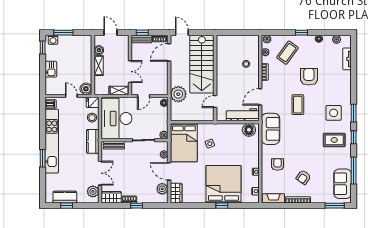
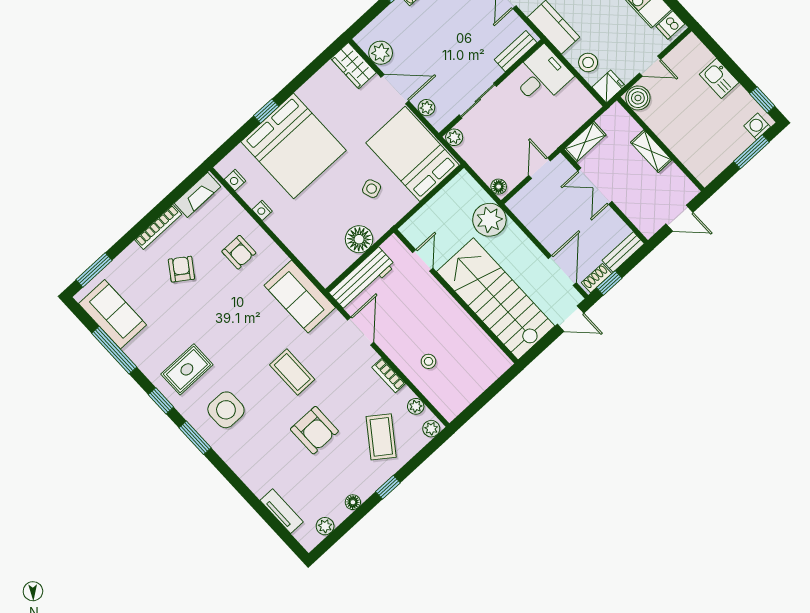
window: (142, 33) -> (609, 283), moved
boiler: (99, 50) -> (673, 175), removed
desk: (116, 118) -> (541, 76), width x0.53, depth x0.77
floor lamp: (249, 130) -> (359, 239), moved

